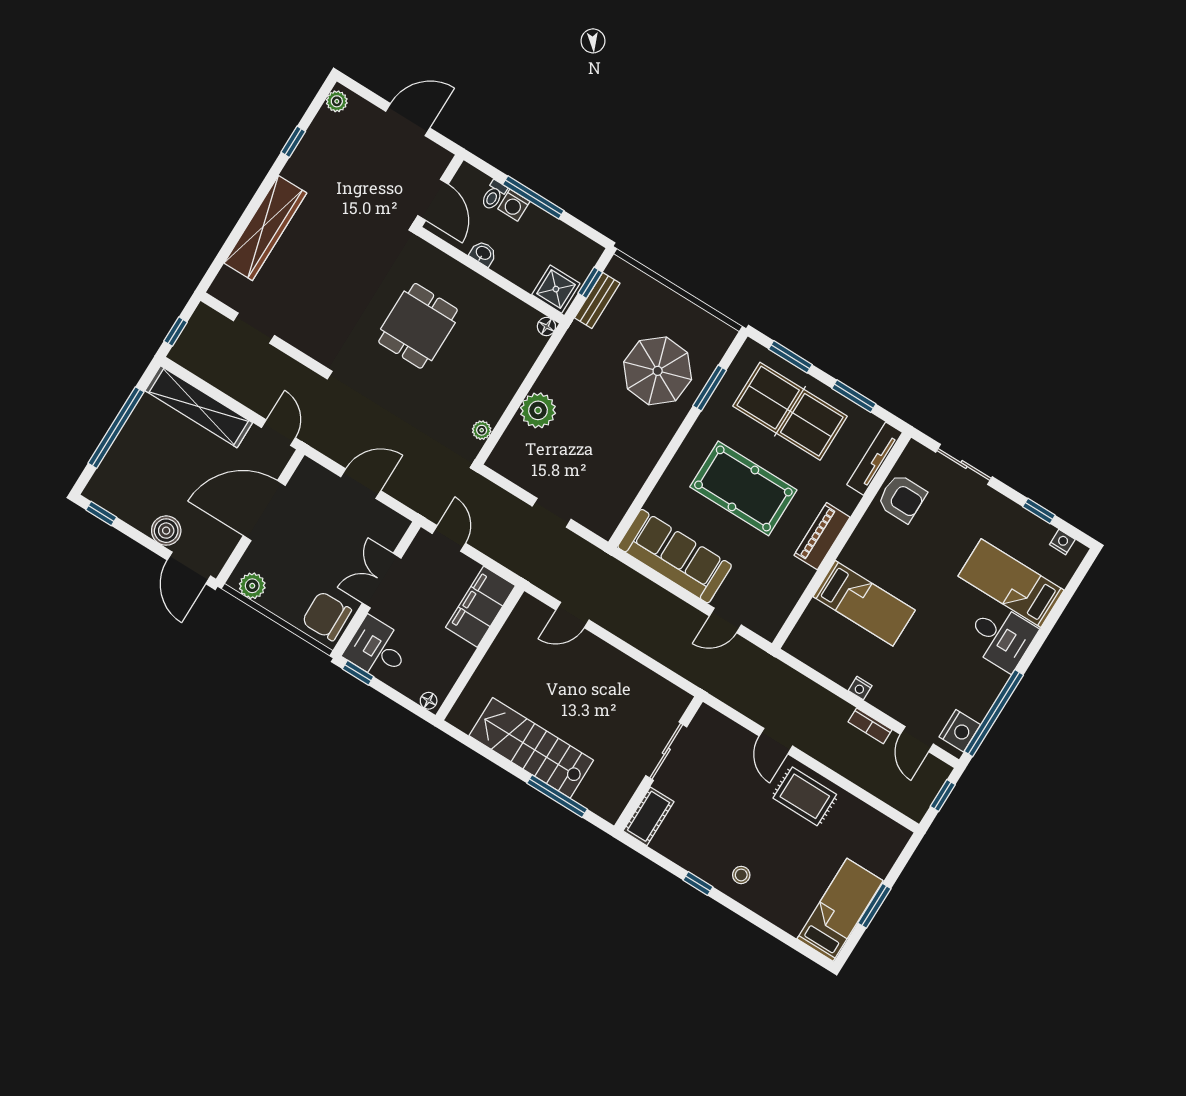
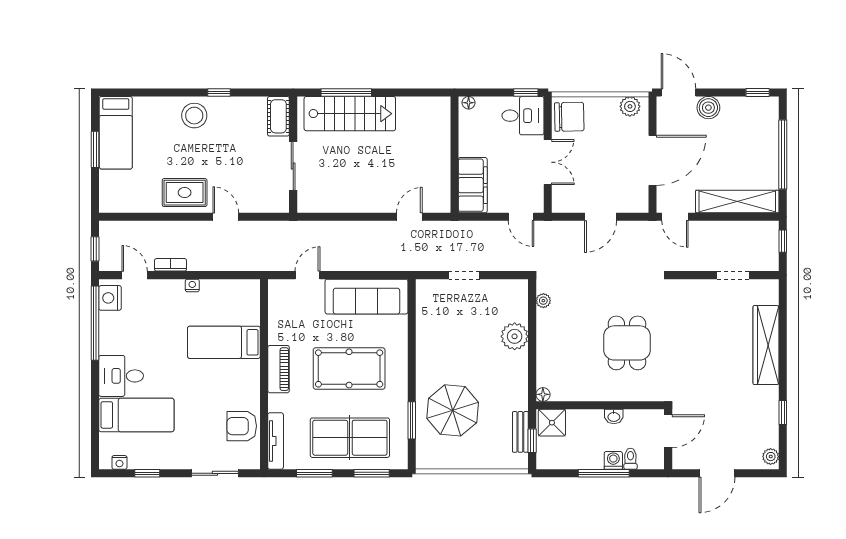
door: (433, 200) -> (668, 431), swing flipped
stairs: (531, 748) -> (350, 114), moved
stool: (741, 875) -> (194, 116), width x1.89, depth x1.89

